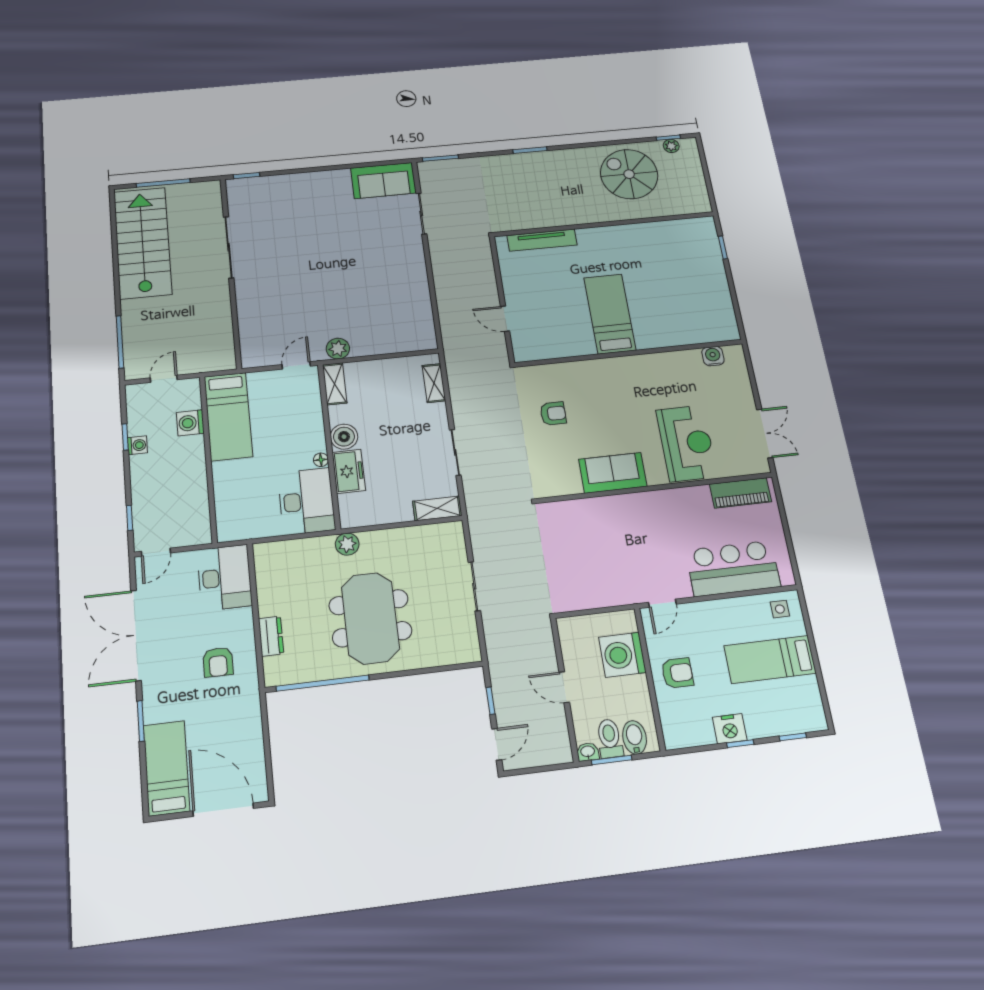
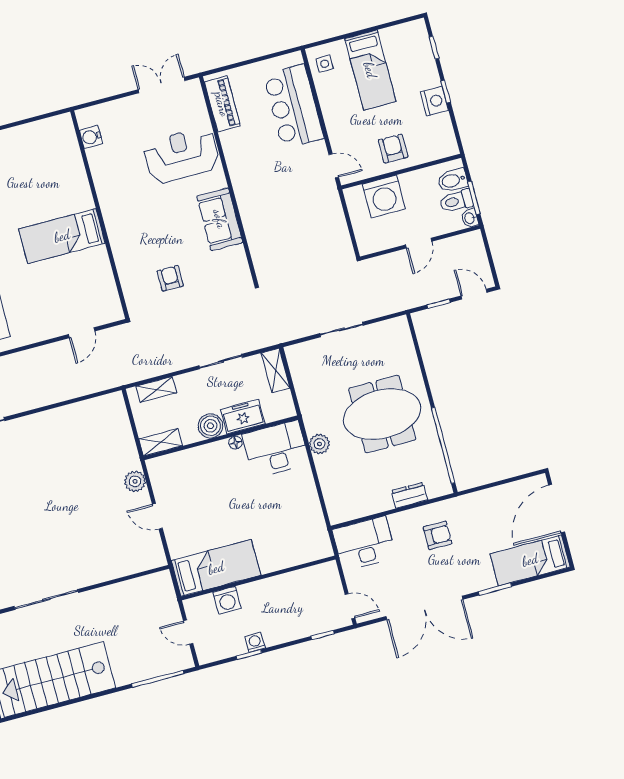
shelving: (335, 384) -> (161, 442), moved
boiler: (344, 437) -> (210, 426), moved
wall: (329, 445) -> (221, 438), moved
floor lamp: (321, 460) -> (235, 443), moved
freezer: (349, 471) -> (243, 417), moved
desk: (306, 501) -> (276, 449), moved

